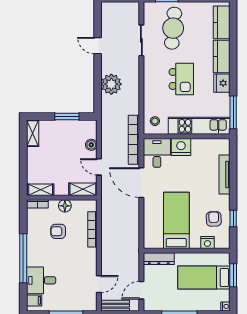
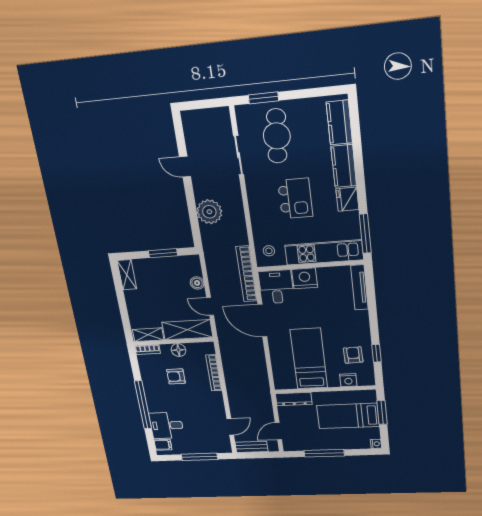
tv unit: (224, 174) -> (360, 287), moved
shelving: (83, 189) -> (187, 330), width x1.50, depth x1.33

